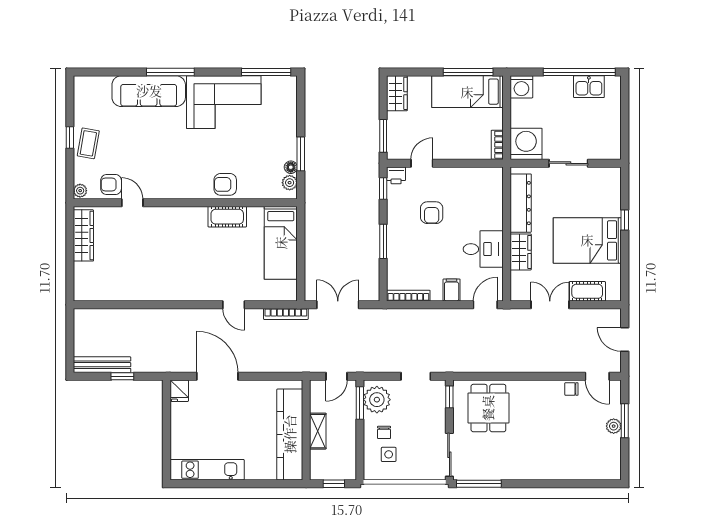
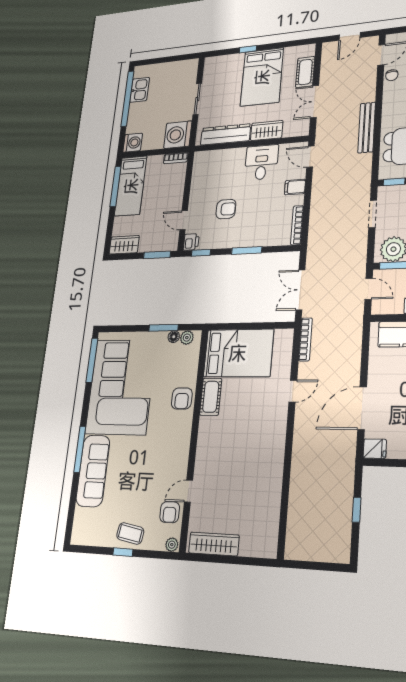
corner sofa: (224, 102) -> (121, 387), width x1.36, depth x1.36
bed: (281, 243) -> (238, 353), width x1.50
bench: (102, 365) -> (367, 128), moved

